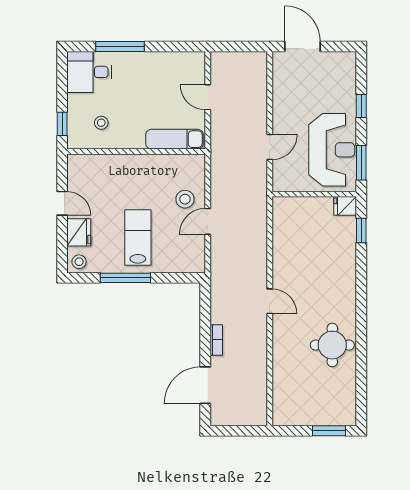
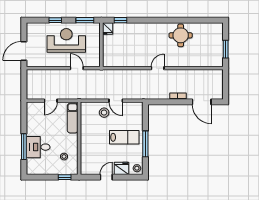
desk: (89, 72) -> (38, 147), moved, turned 90
reception desk: (332, 150) -> (66, 40), moved
lab bench: (138, 238) -> (124, 137), turned 180
window: (329, 431) -> (226, 49), moved

